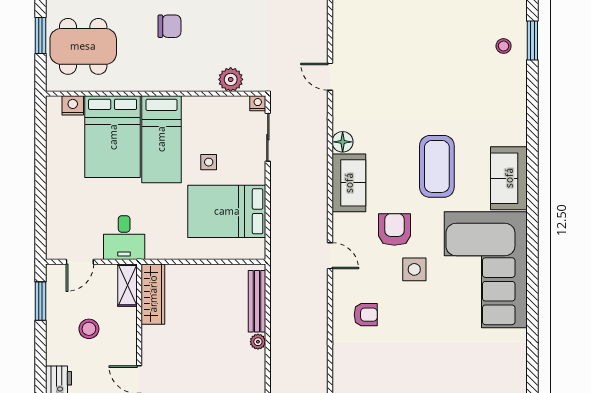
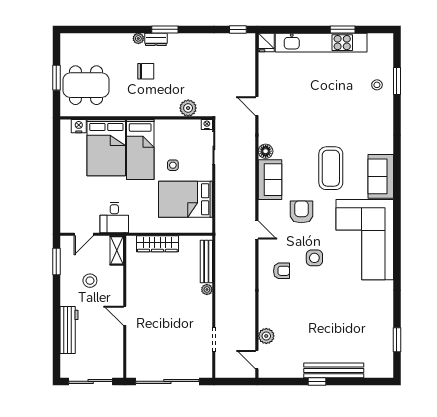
side table: (414, 269) -> (314, 258), moved
wardrobe: (153, 294) -> (157, 244), moved, turned 90

